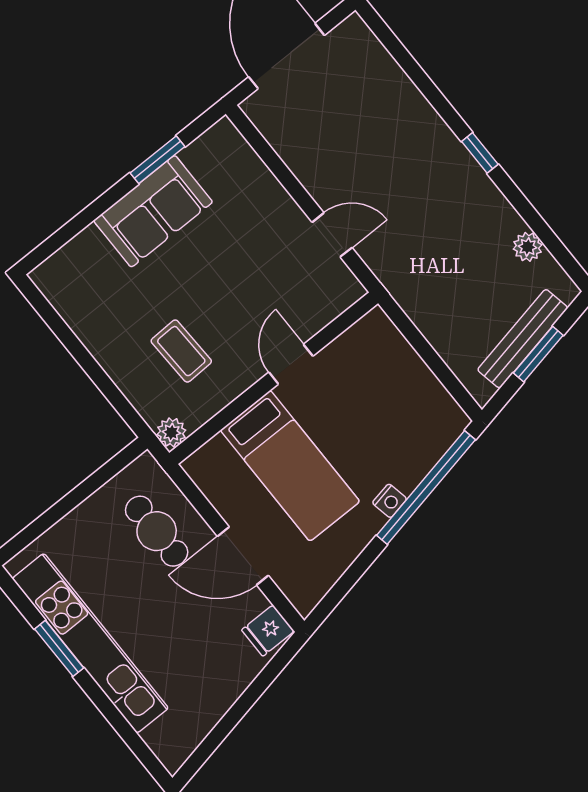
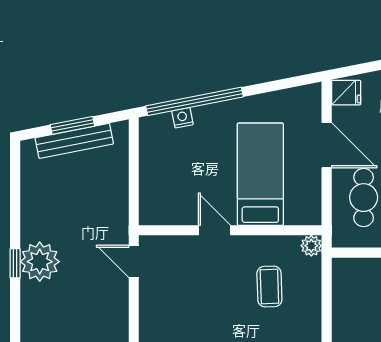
door: (332, 235) -> (134, 261), moved
plant: (528, 247) -> (40, 262), moved, width x1.87, depth x1.87
door: (291, 364) -> (214, 230), swing flipped
nightstand: (390, 501) -> (182, 118), moved

